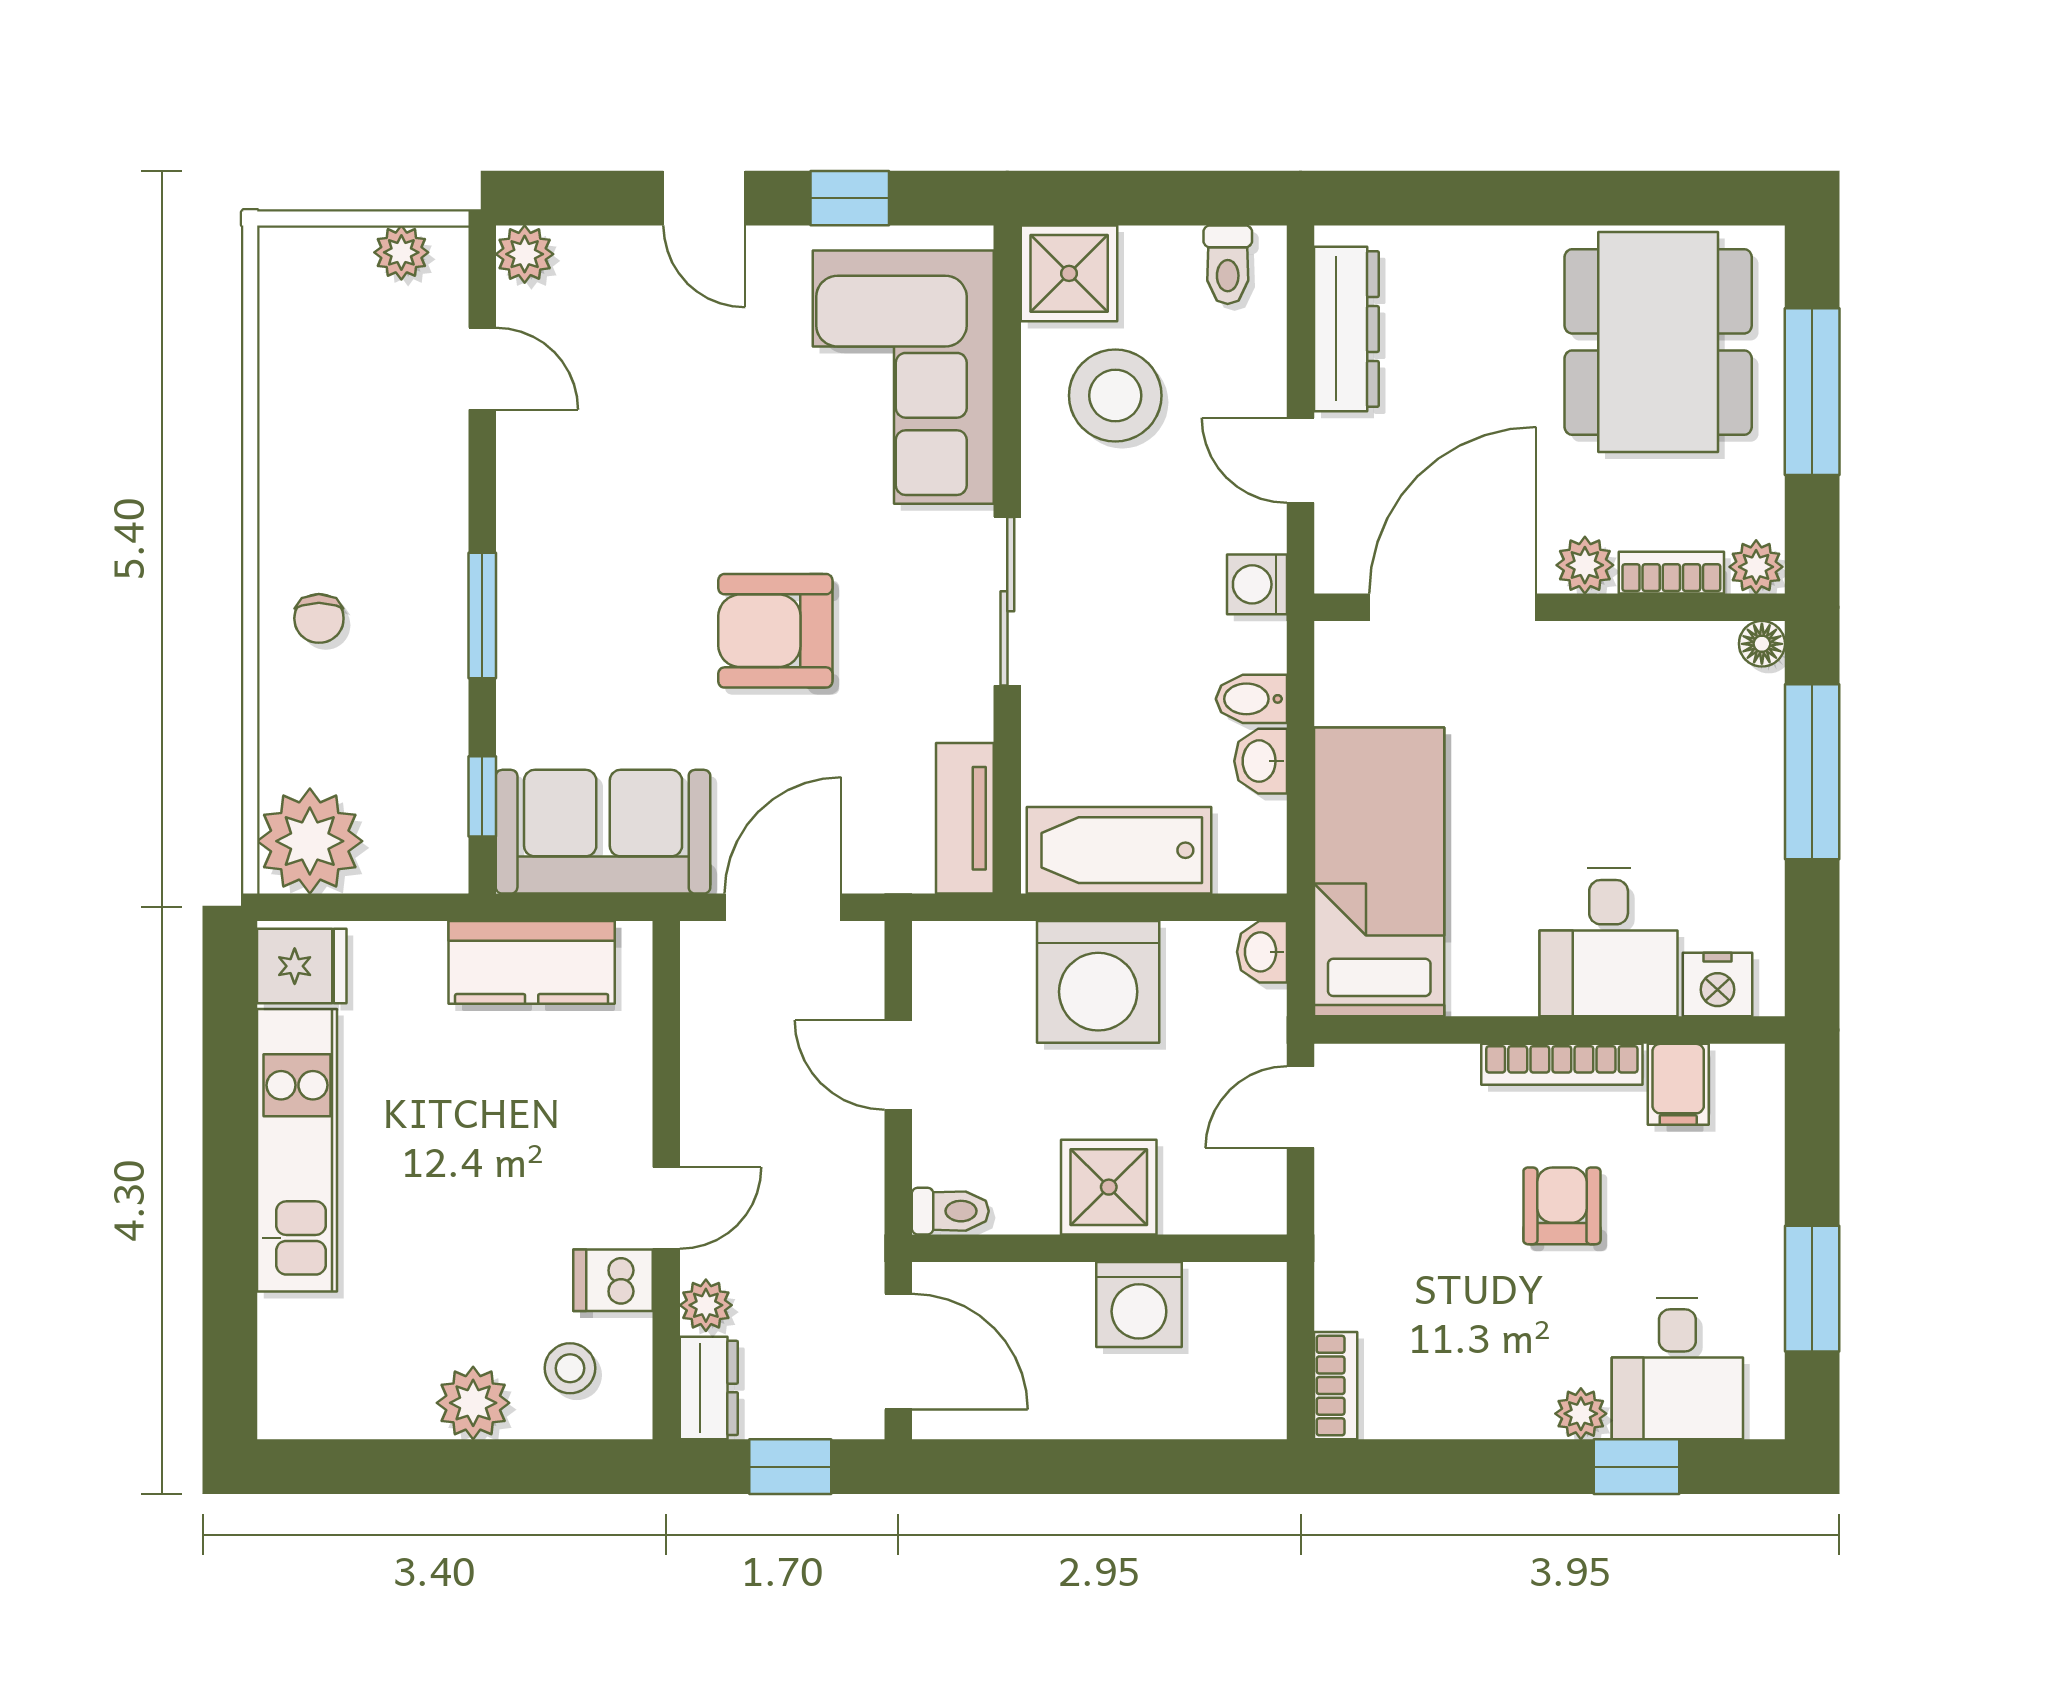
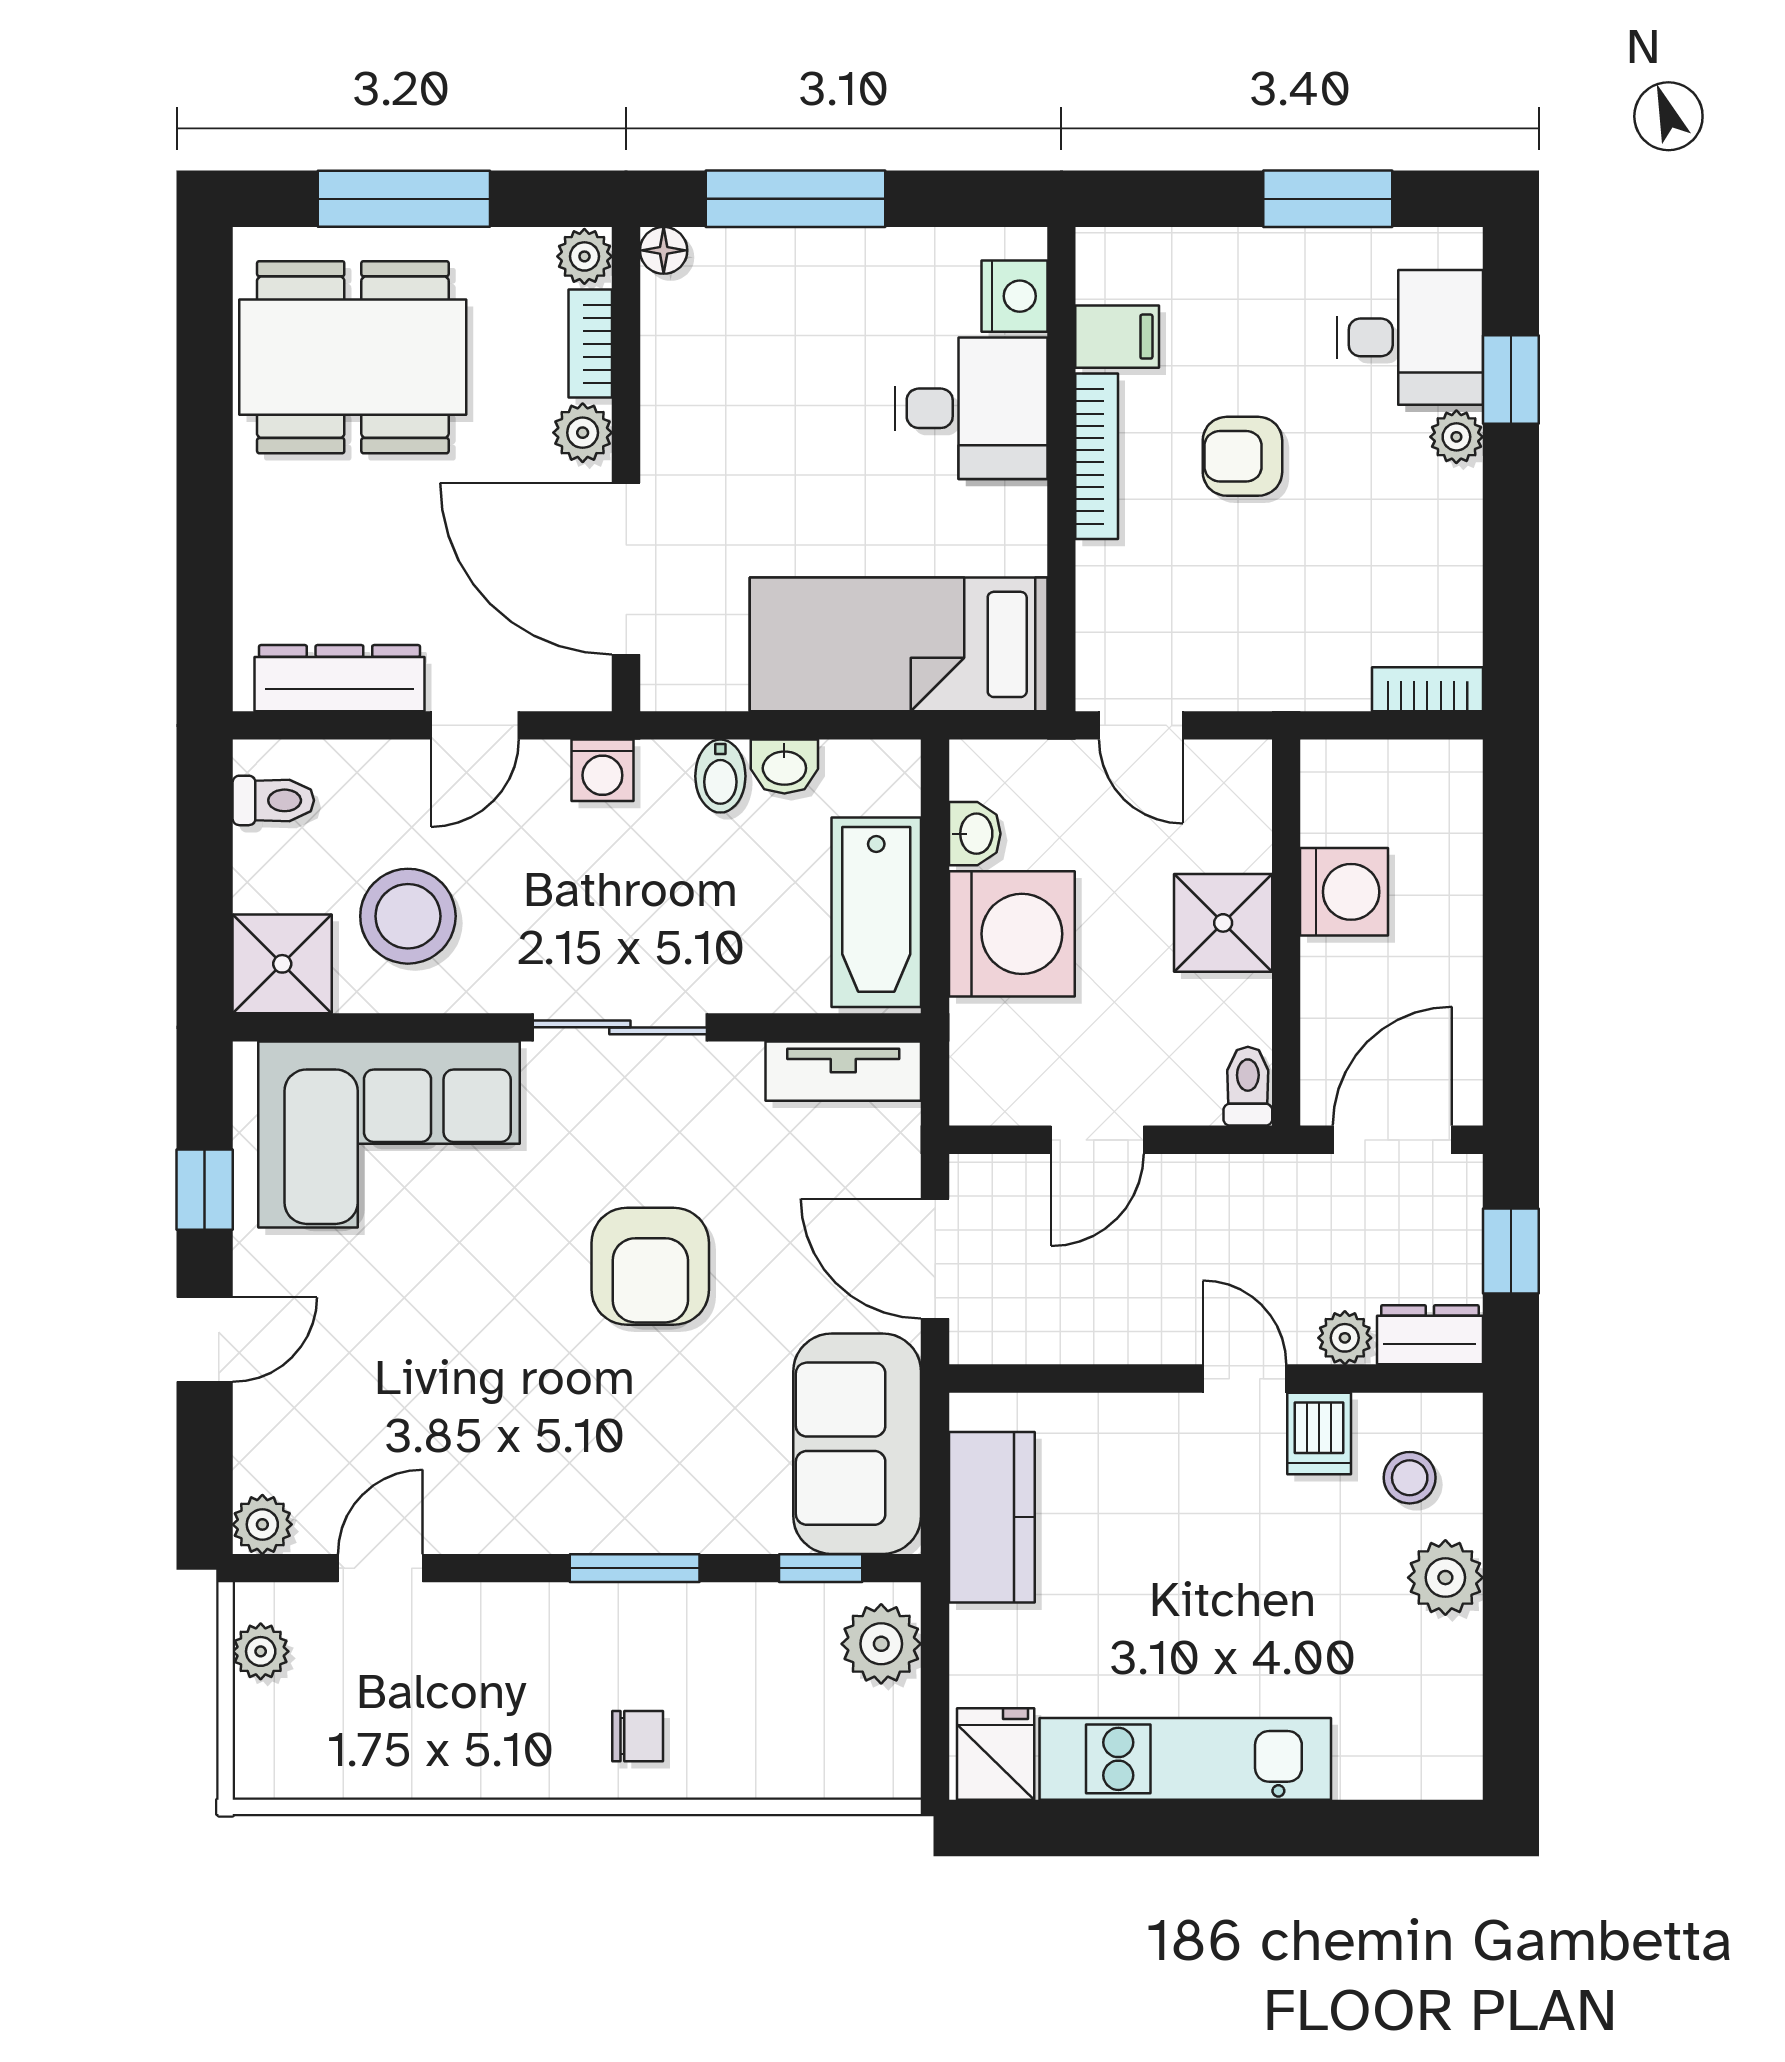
plant: (310, 841) -> (881, 1644), moved, width x0.73, depth x0.73
washbasin: (1262, 952) -> (975, 834), moved, turned -90

